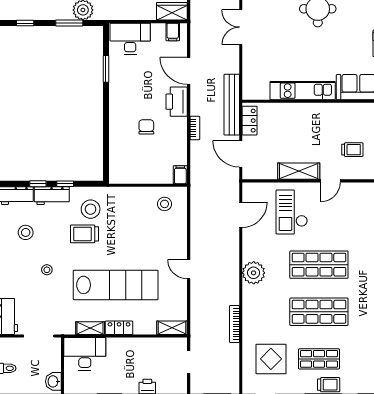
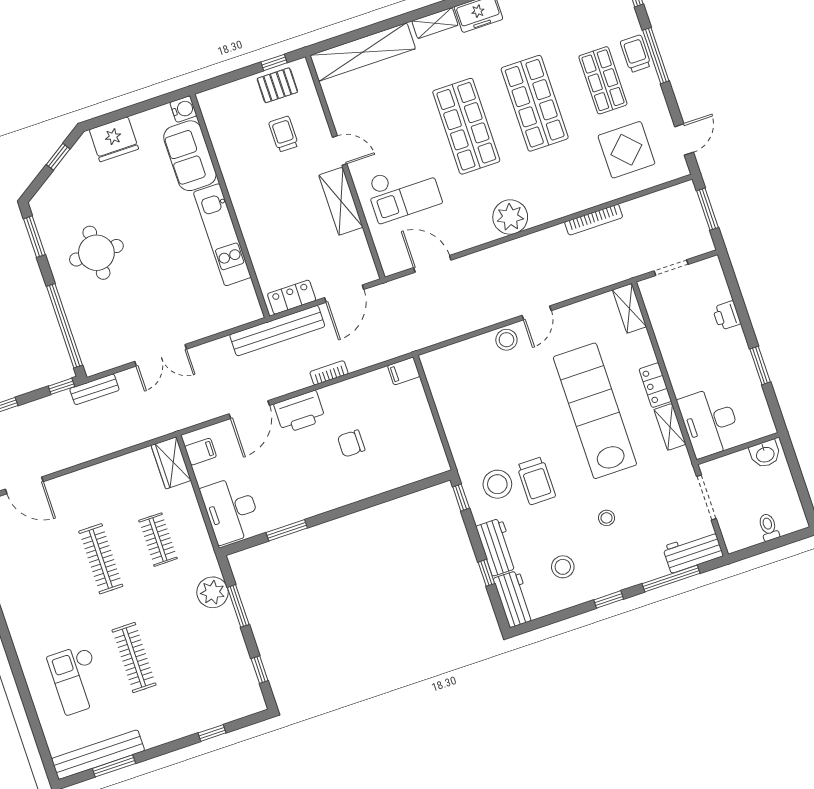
window: (65, 184) -> (461, 498), moved
stool: (165, 204) -> (506, 340), moved

